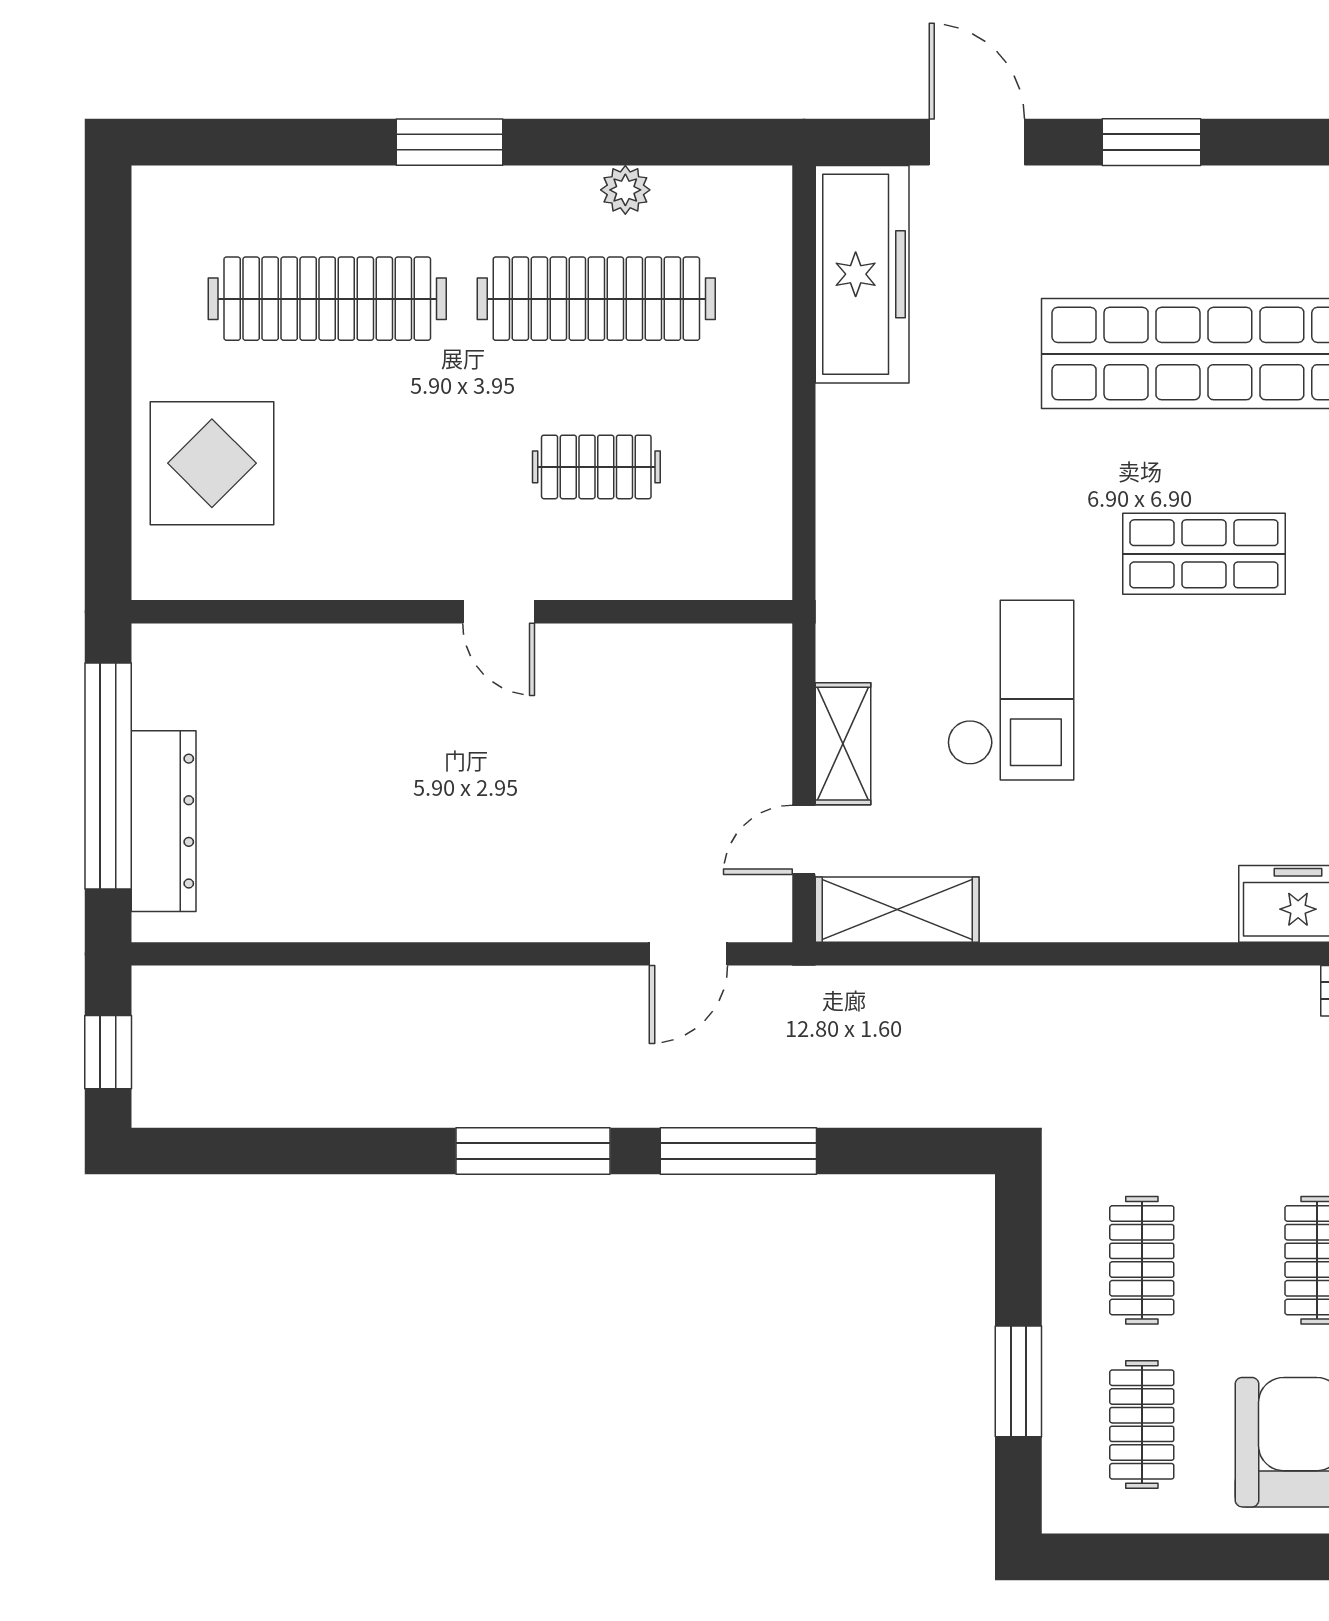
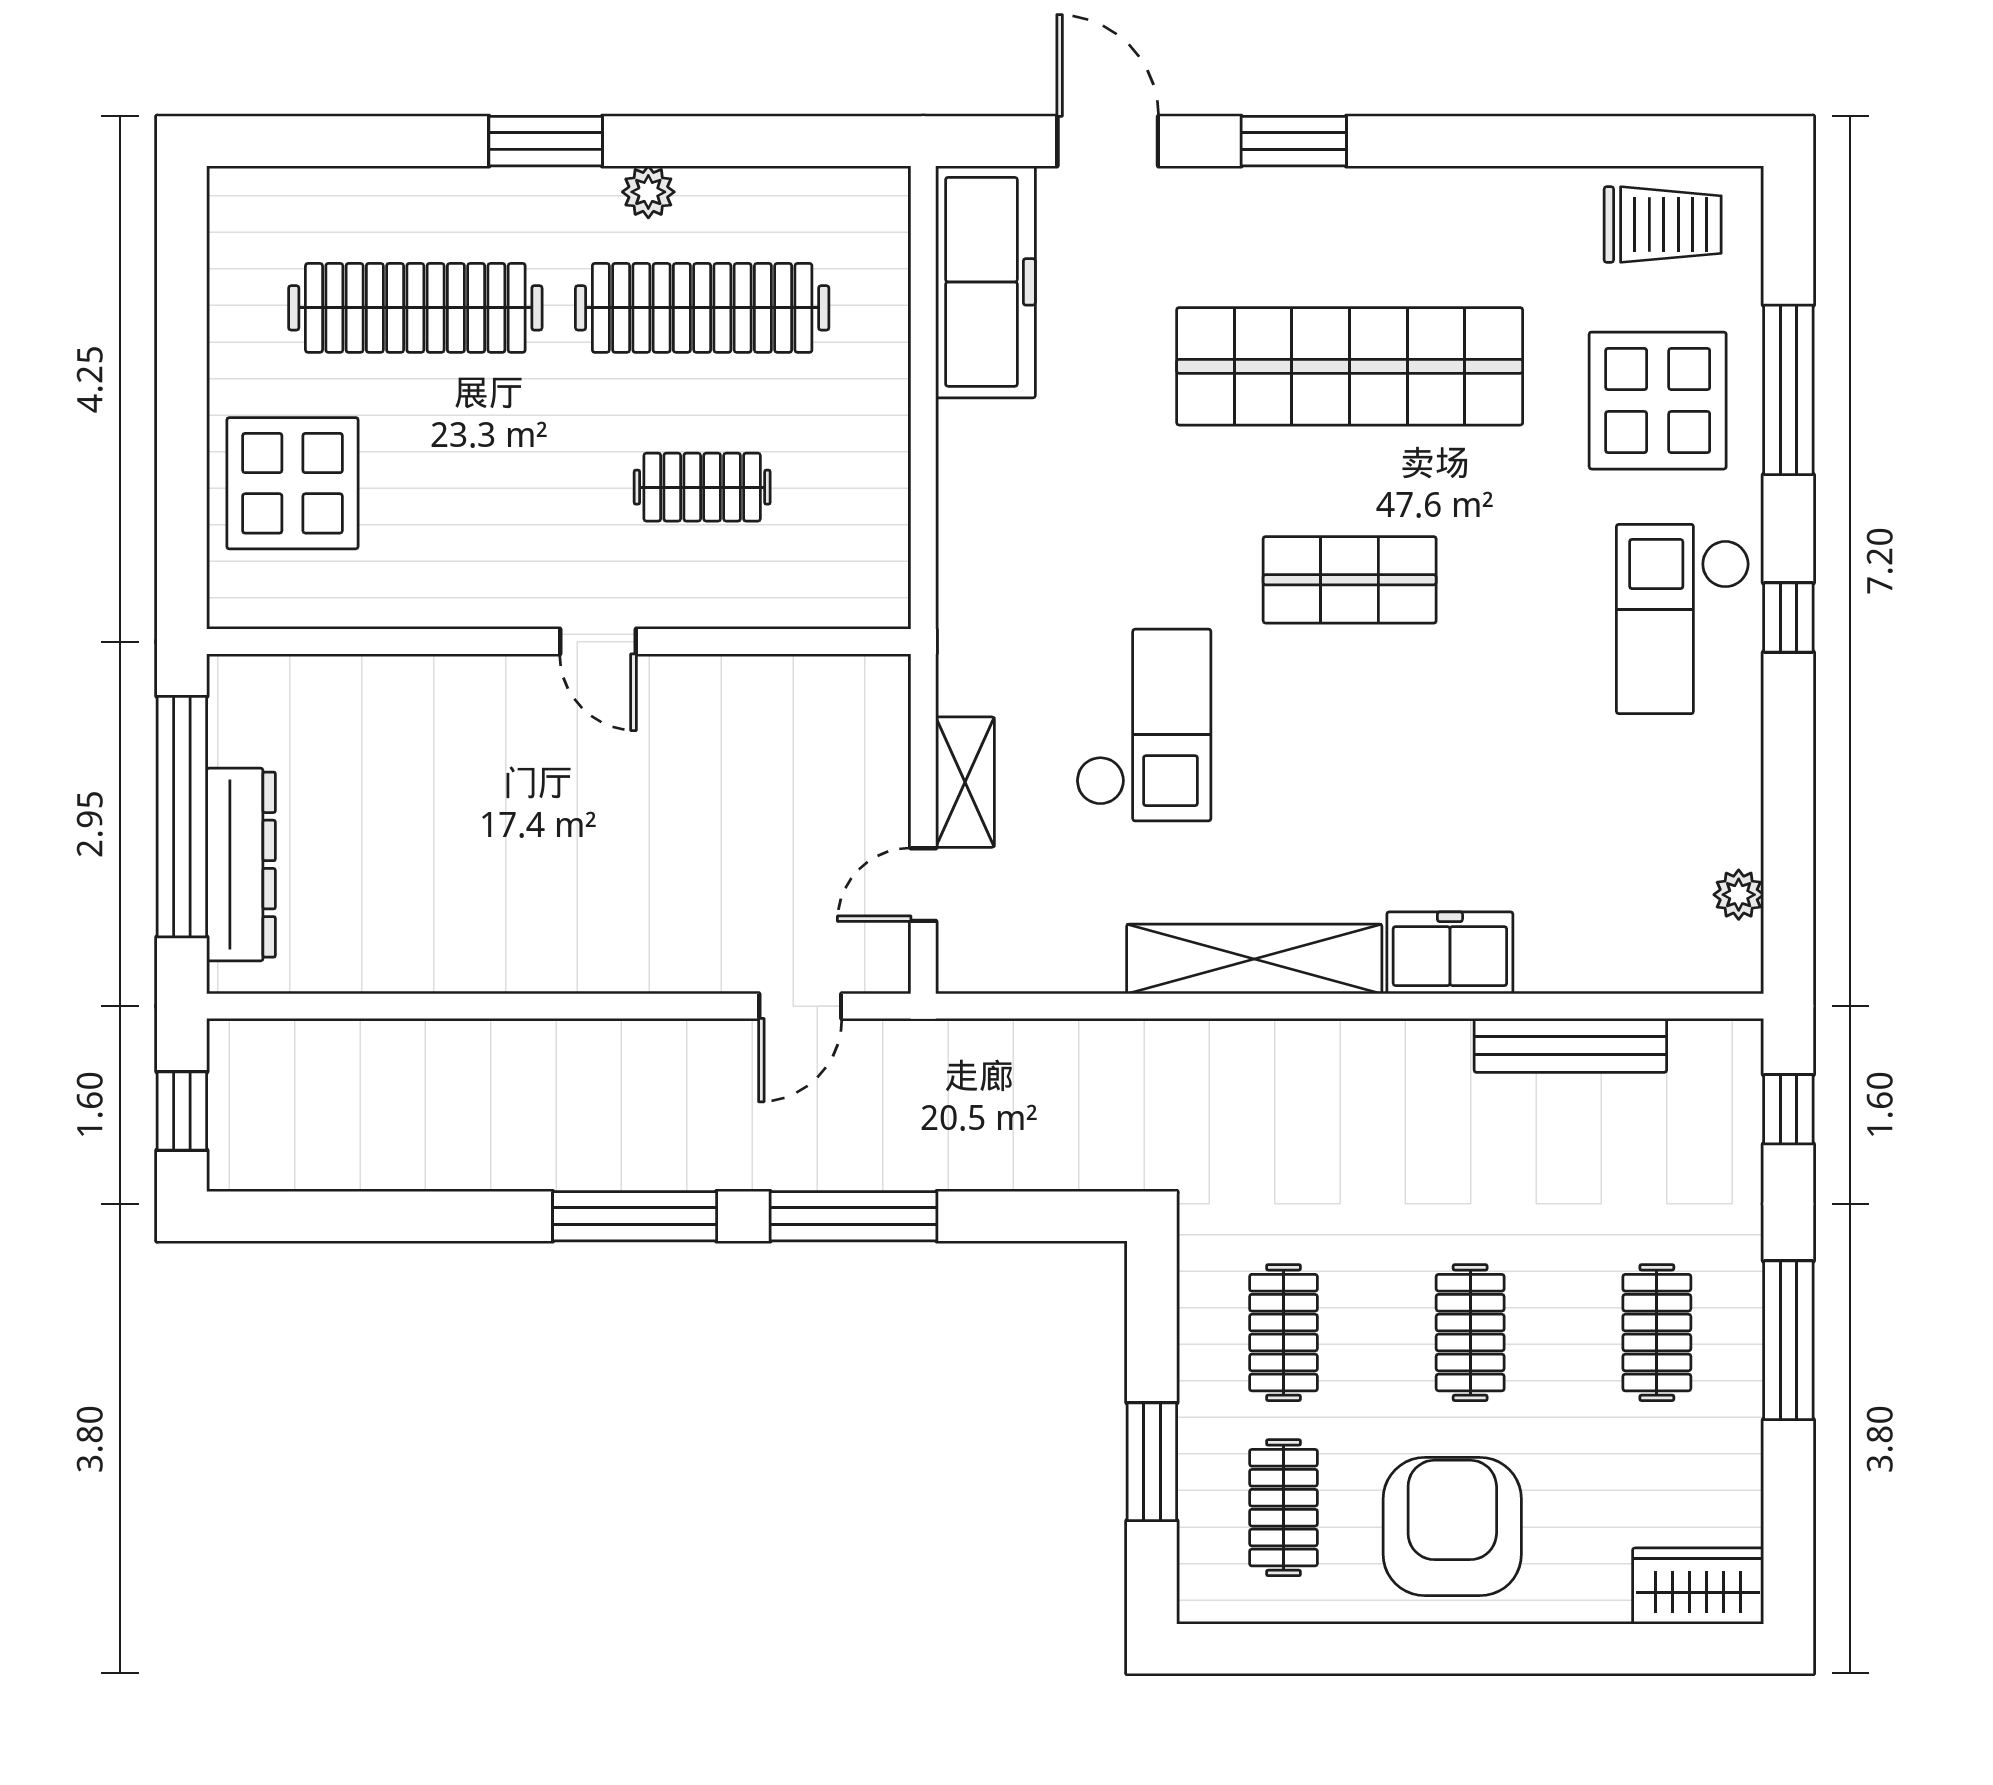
plant: (625, 190) -> (648, 192), moved
shelving: (897, 910) -> (1254, 959), moved, width x1.47

